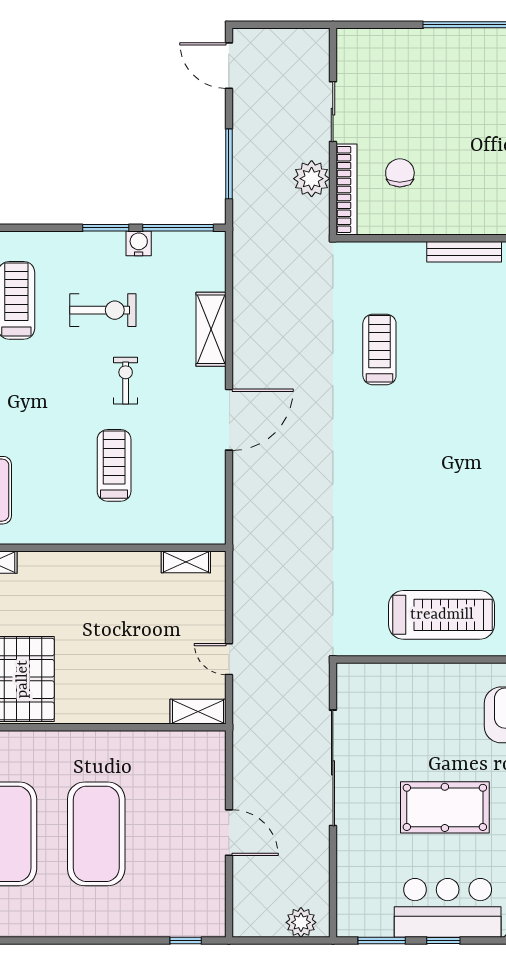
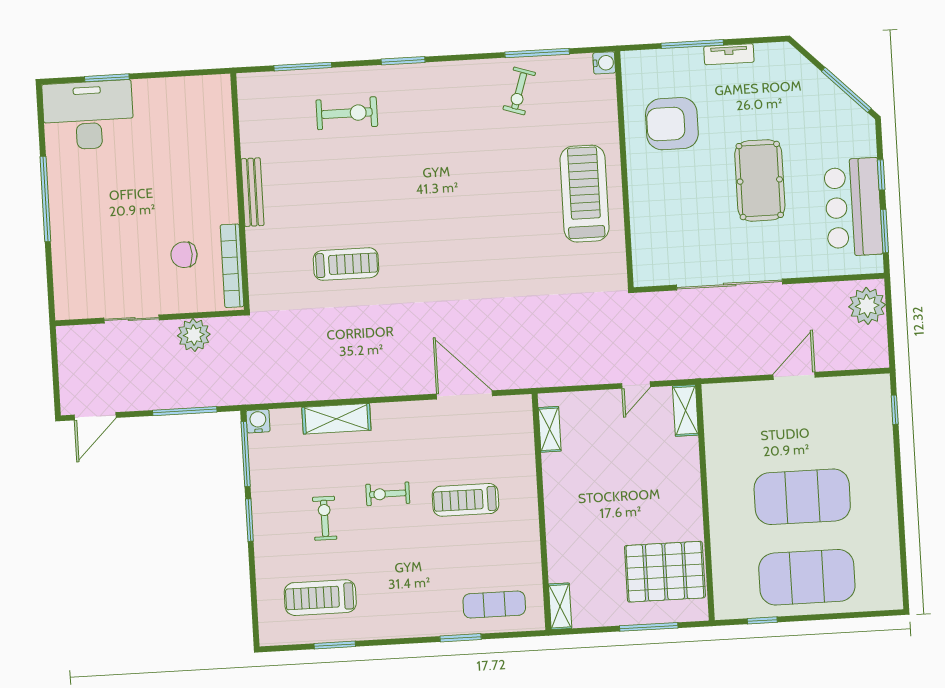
bookcase: (346, 189) -> (232, 266), moved, turned -90
water cooler: (139, 243) -> (258, 421), moved, turned 90
exercise bike: (103, 310) -> (325, 518), width x0.73, depth x0.72
treadmill: (379, 350) -> (346, 264), turned 180
door: (229, 420) -> (464, 395), moved
bar counter: (448, 908) -> (853, 207), moved
plant: (301, 922) -> (867, 306), width x1.36, depth x1.36

